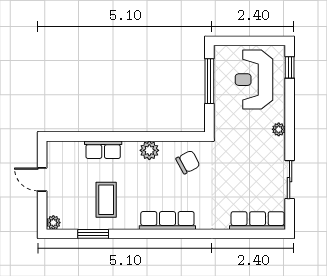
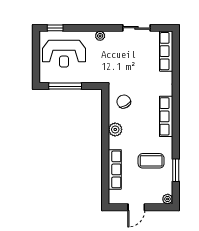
row of seats: (103, 150) -> (115, 169), width x1.48

